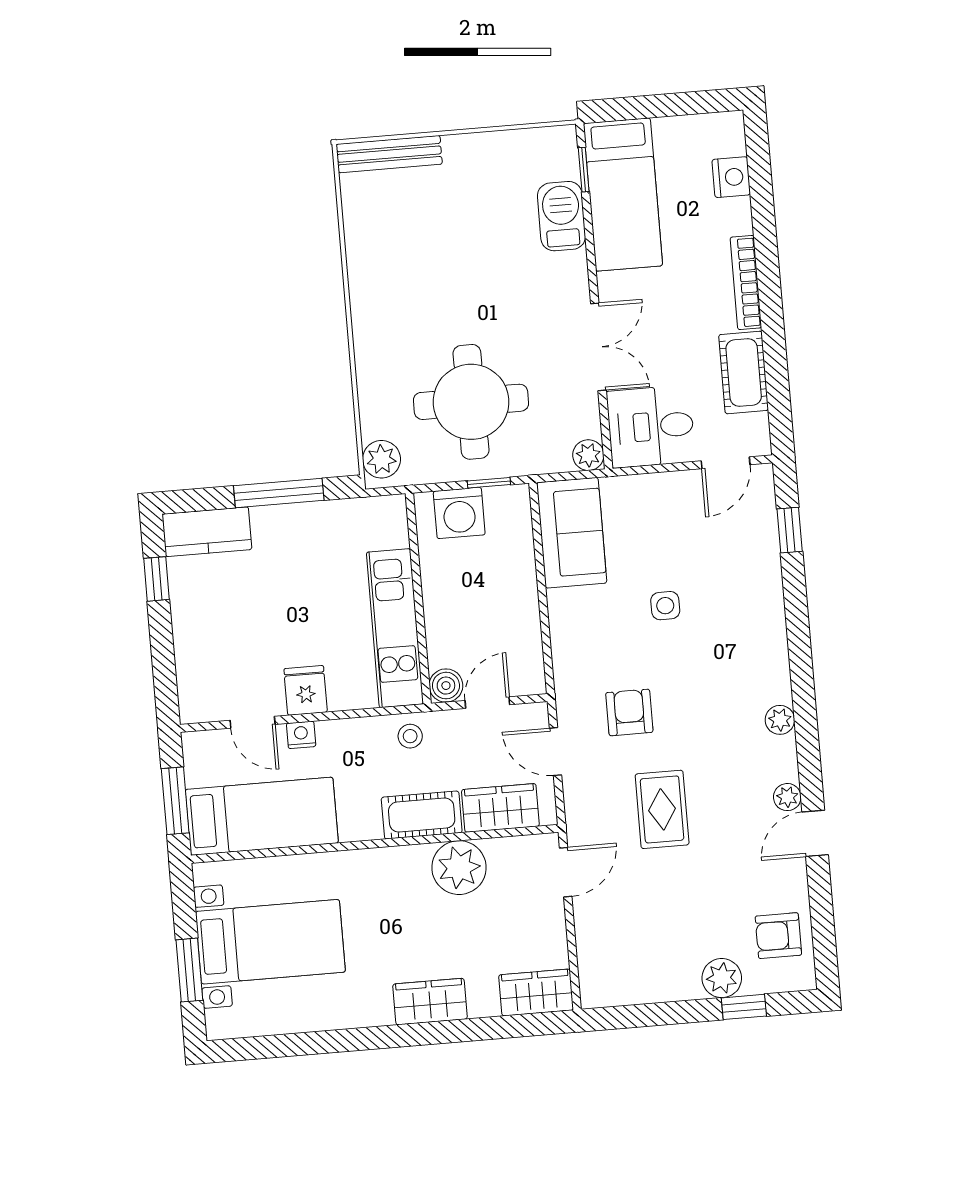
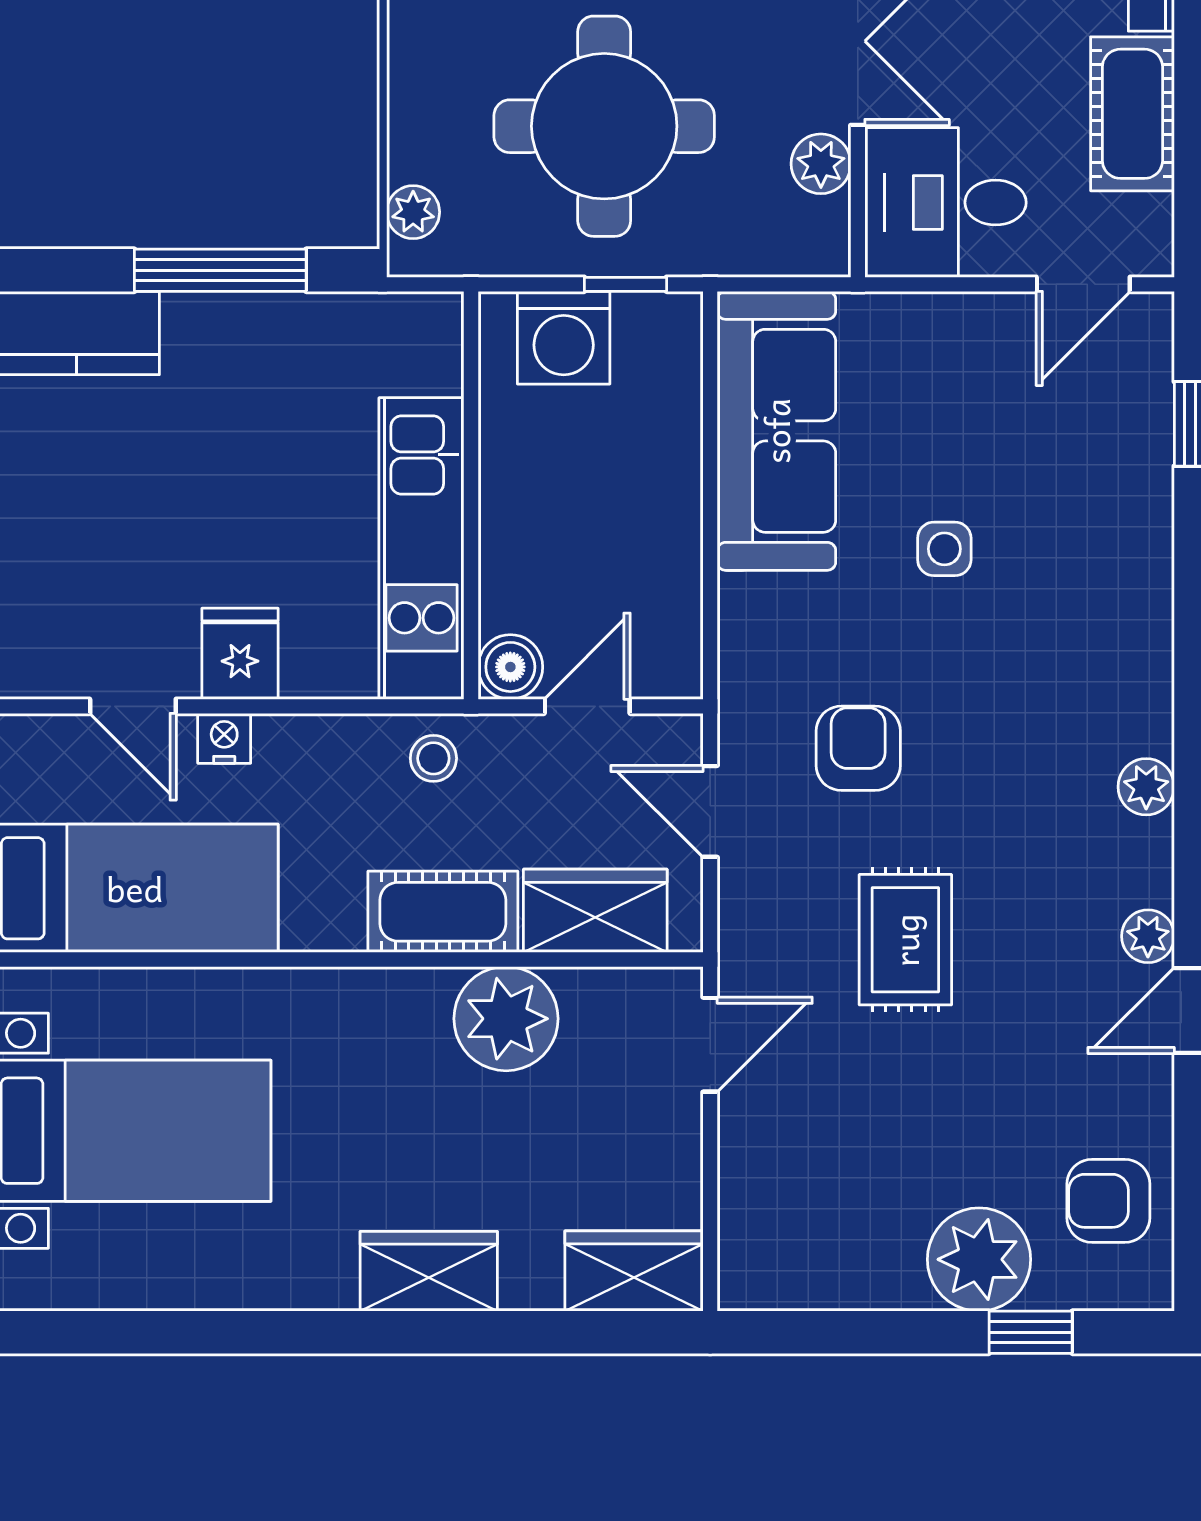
plant: (588, 455) -> (821, 164), moved
plant: (381, 459) -> (413, 212), width x0.73, depth x0.73
sofa: (572, 533) -> (776, 431), width x1.36
plant: (722, 978) -> (979, 1259), width x1.36, depth x1.36

